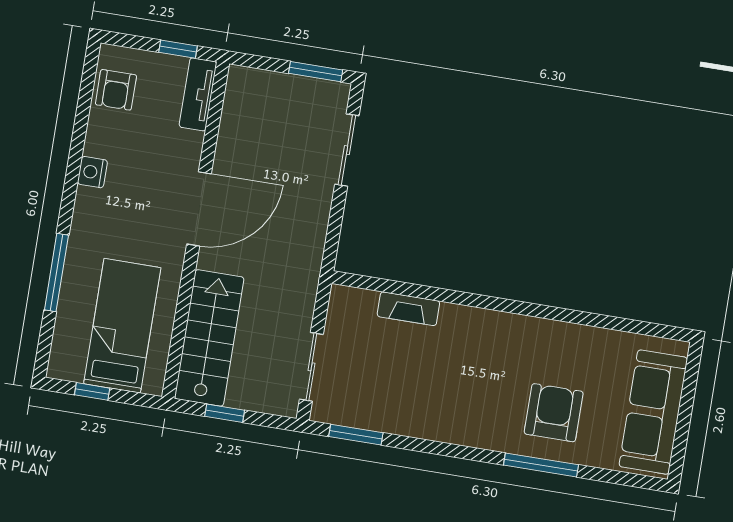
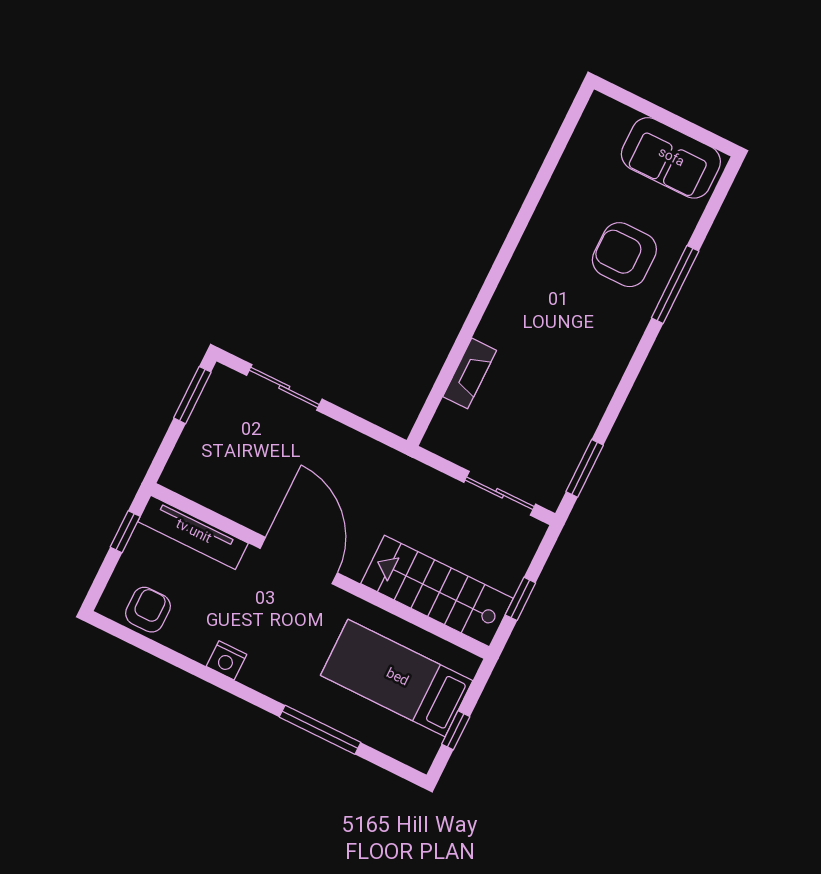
armchair: (116, 90) -> (148, 610), turned -90
tv unit: (198, 94) -> (193, 532), width x1.41
sofa: (653, 412) -> (671, 158), width x0.73

